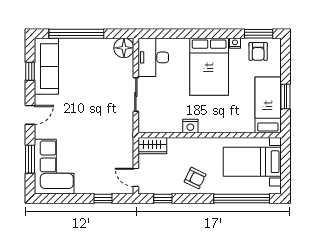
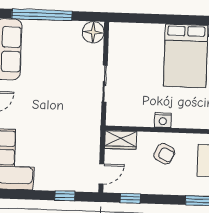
desk: (153, 57) -> (125, 44), removed
door: (136, 177) -> (101, 174), swing flipped
armchair: (195, 178) -> (164, 154), moved

